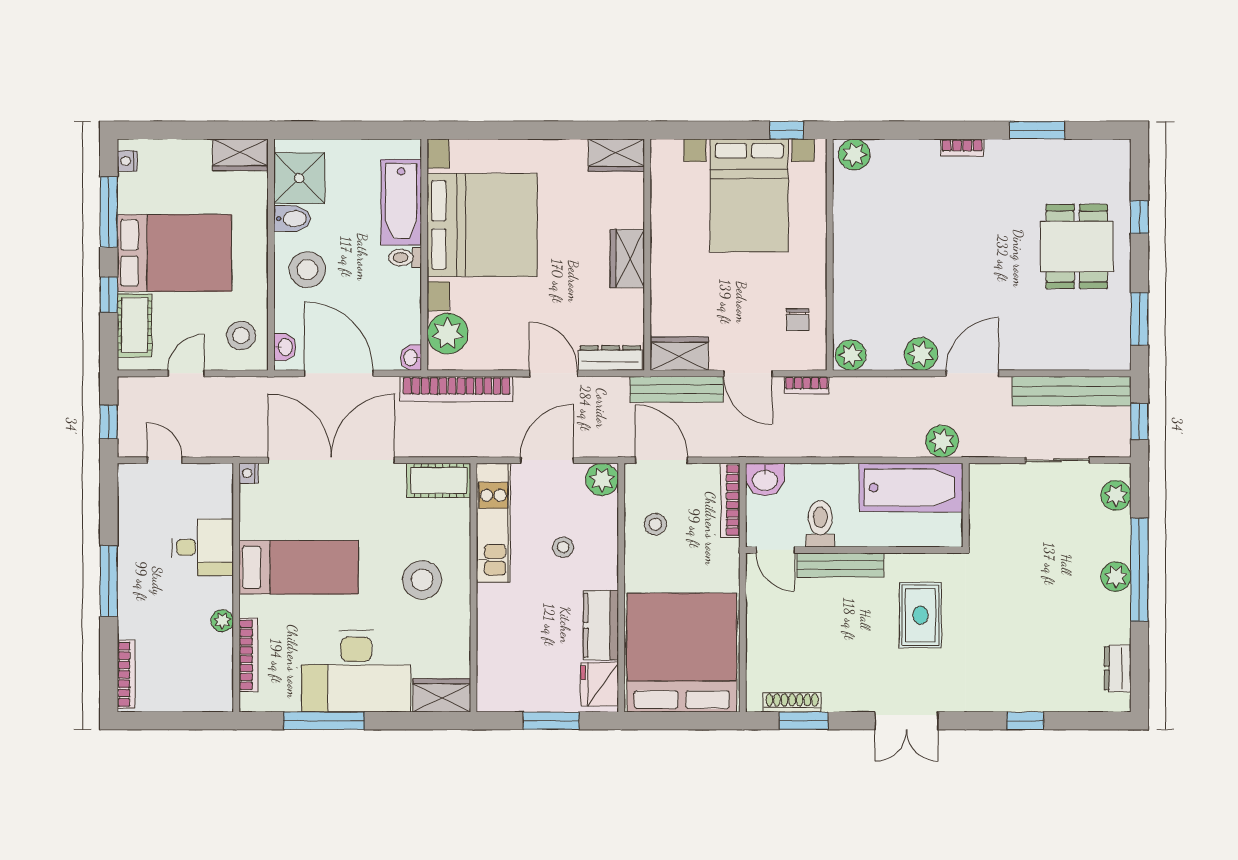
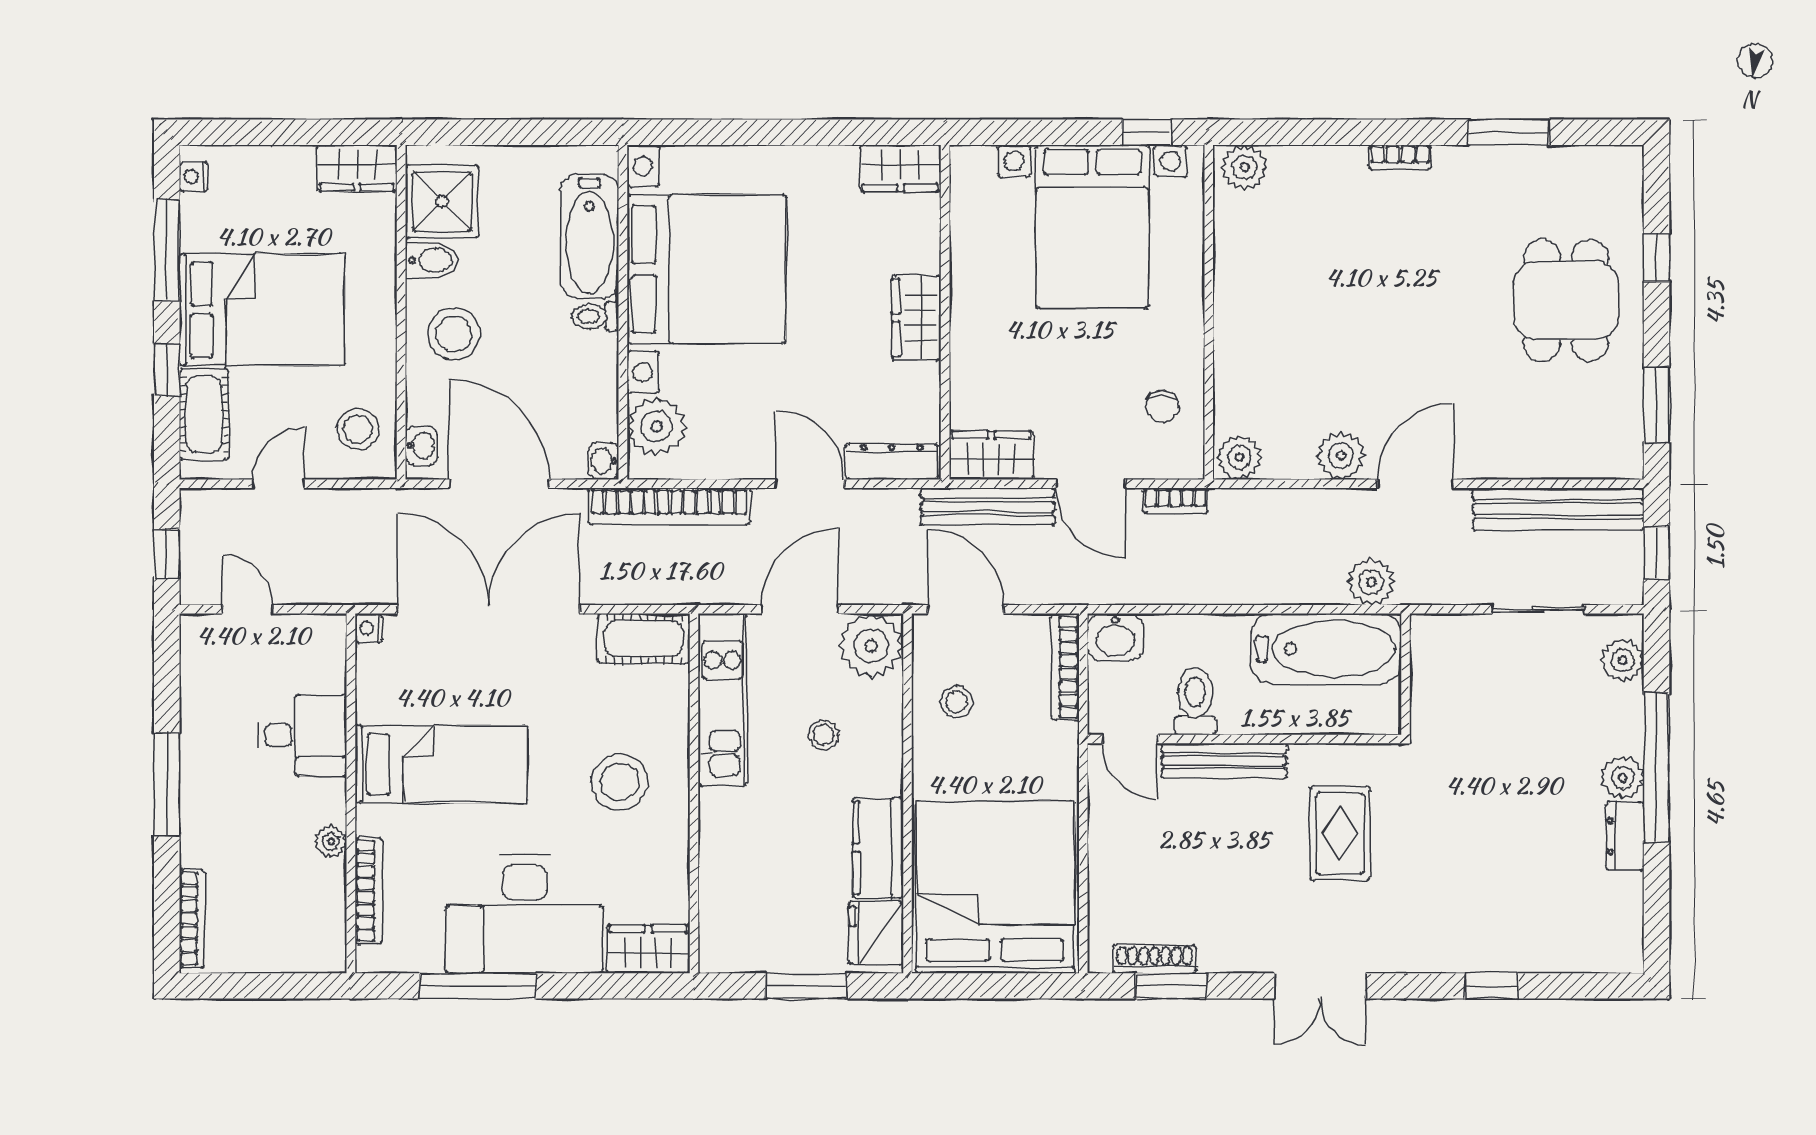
plant: (602, 479) -> (871, 646), width x1.36, depth x1.36
dresser: (1118, 668) -> (1625, 836), moved

